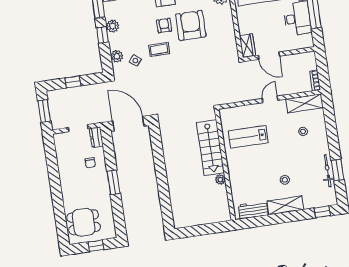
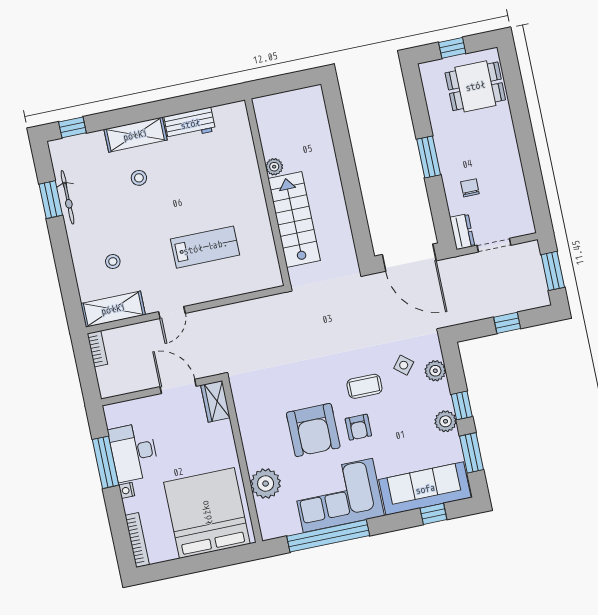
stairs: (210, 148) -> (294, 220), moved
wall: (225, 165) -> (268, 192), moved
plant: (220, 179) -> (274, 167), moved

